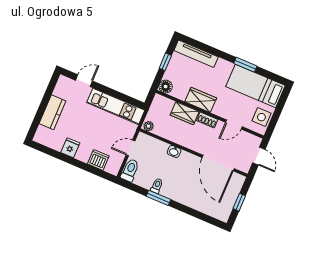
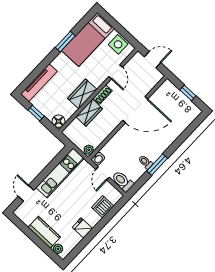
plant: (41, 131) -> (58, 249), added
washbasin: (174, 151) -> (98, 159), moved
door: (218, 163) -> (135, 110), moved

